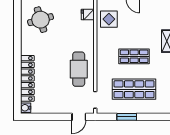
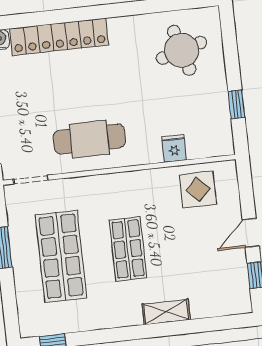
fridge: (88, 14) -> (174, 148), moved

